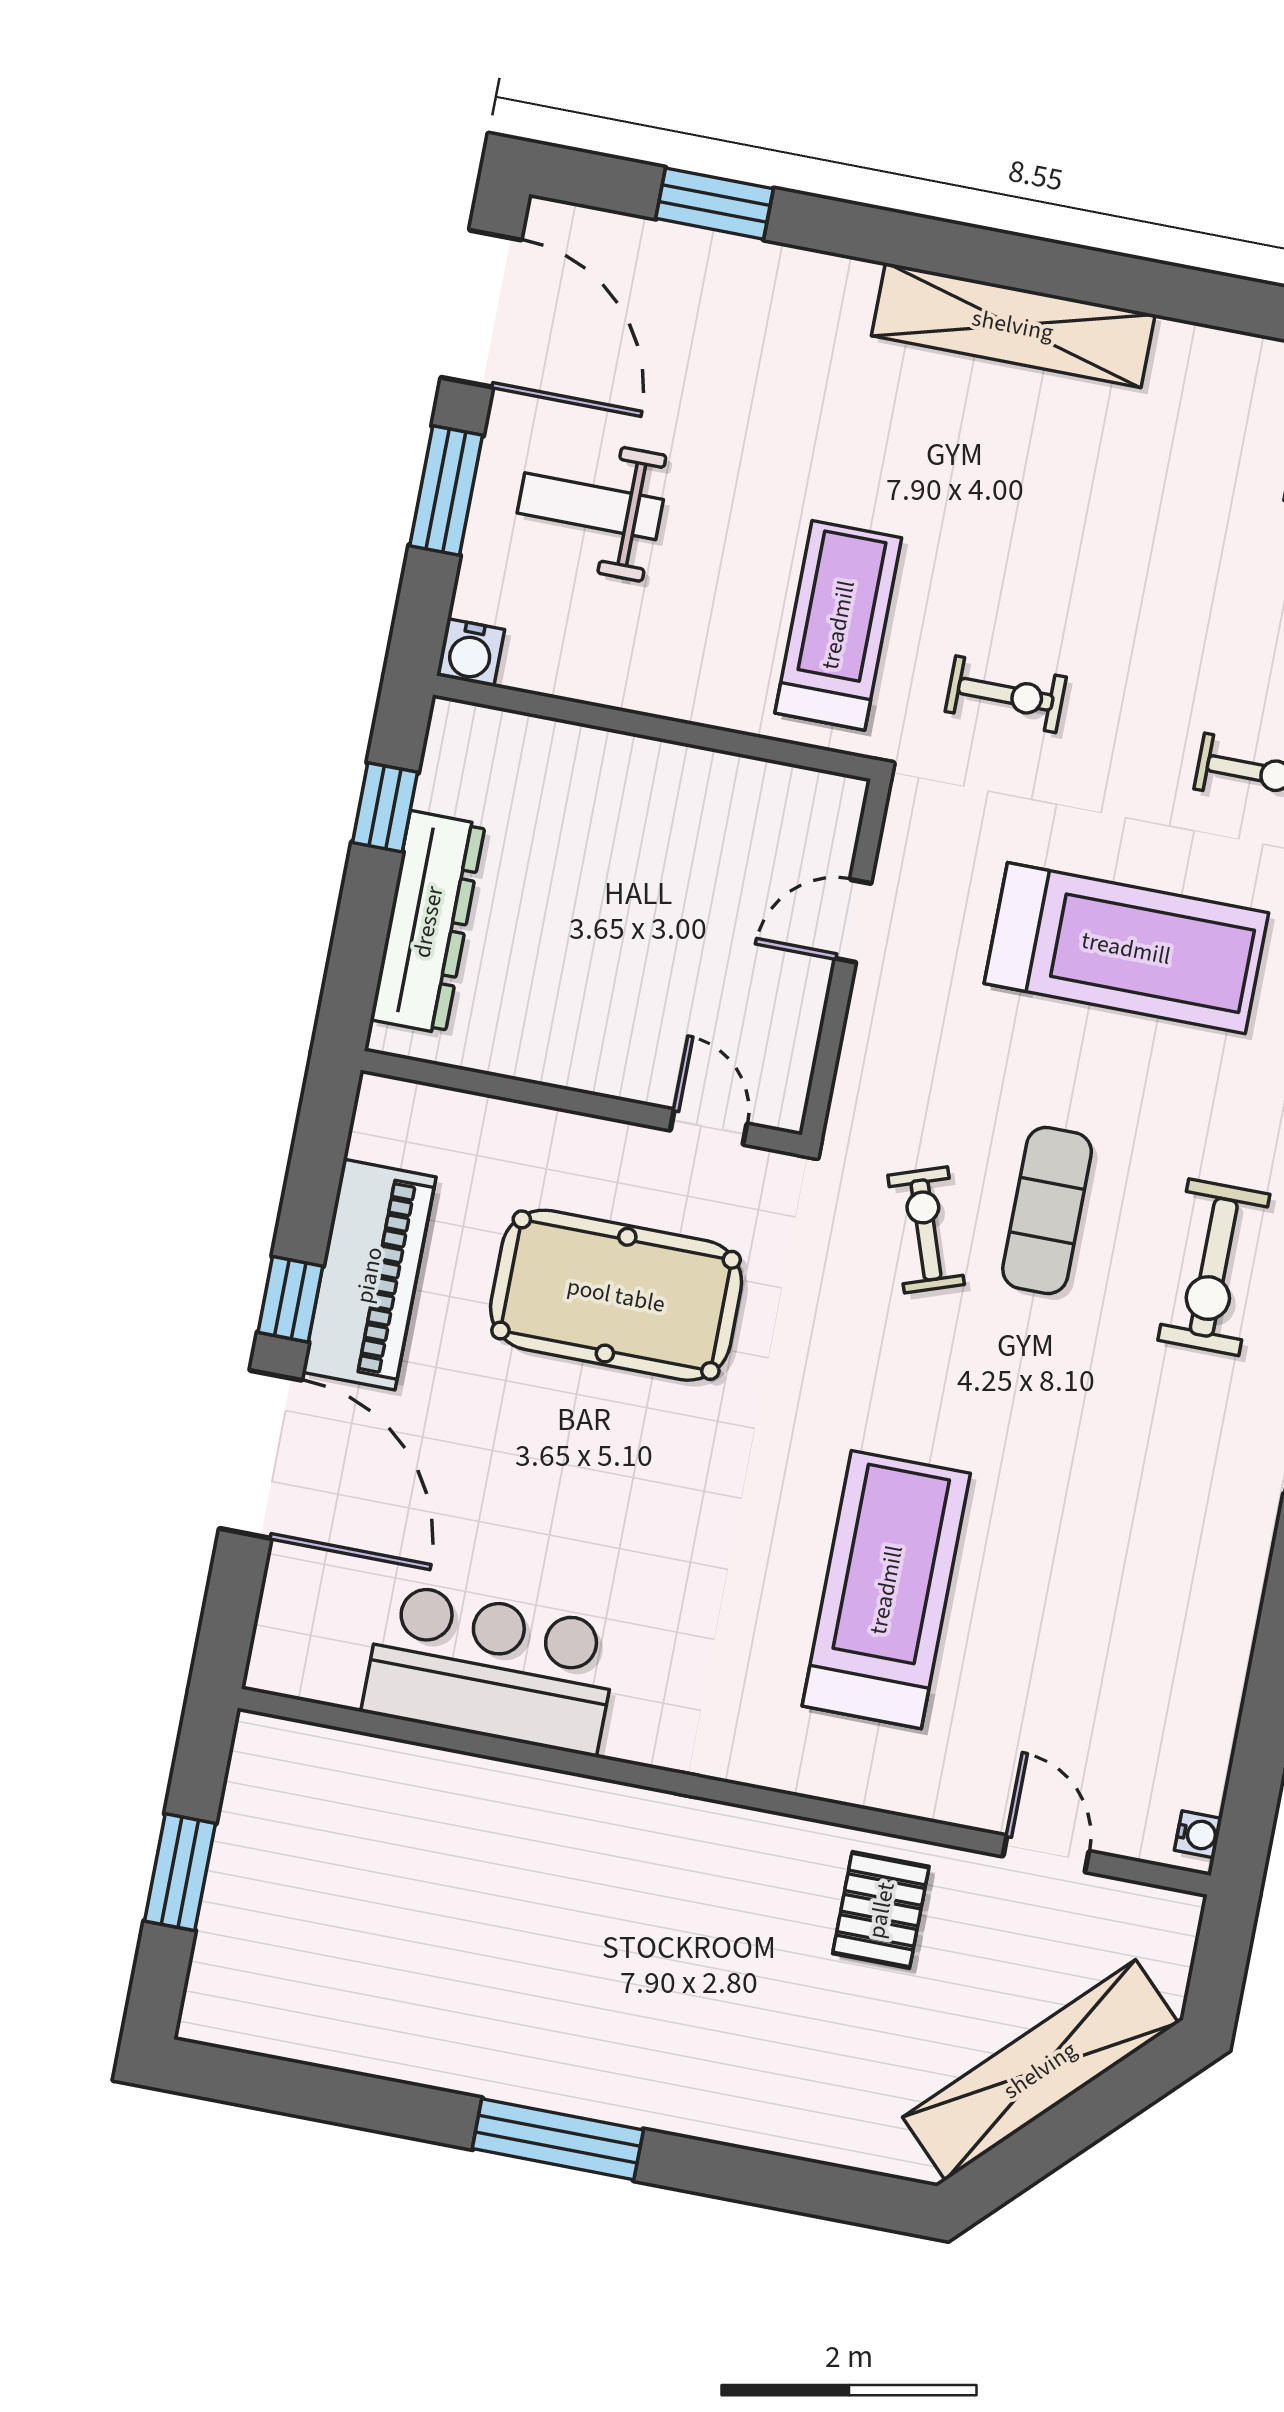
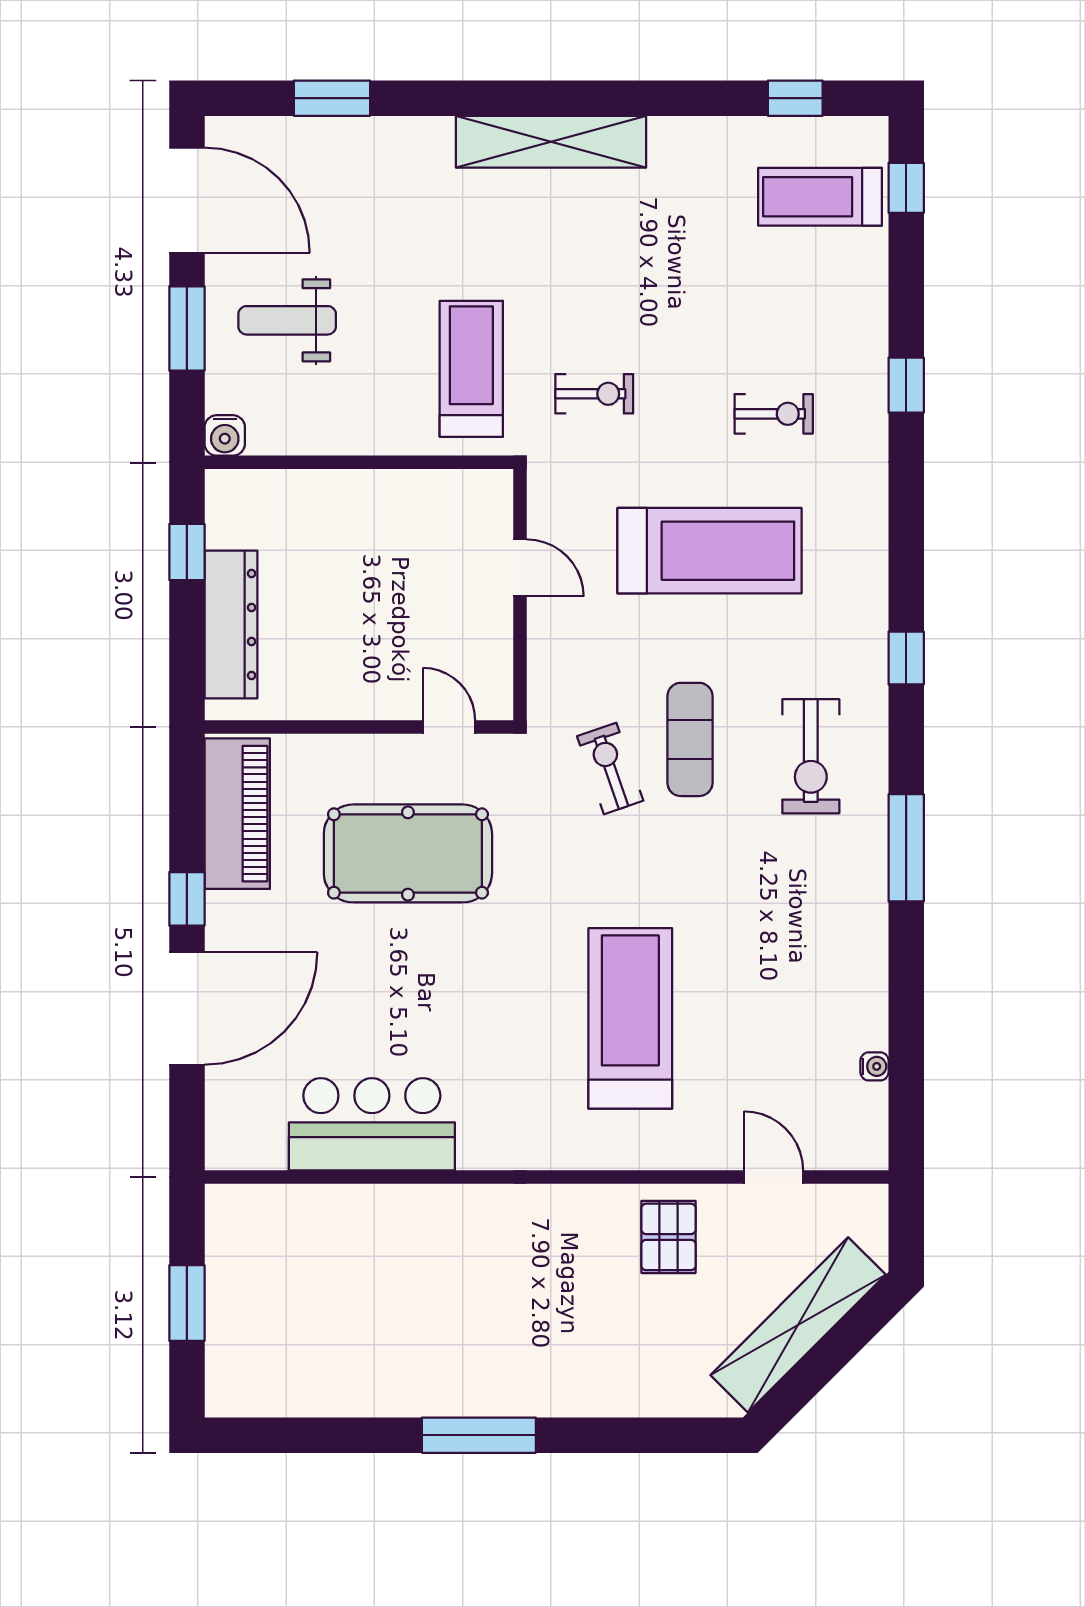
door: (853, 921) -> (520, 568), swing flipped
piano: (369, 1275) -> (237, 814), moved
door: (260, 1454) -> (187, 1008), hinge flipped
water cooler: (1198, 1834) -> (874, 1066), moved

